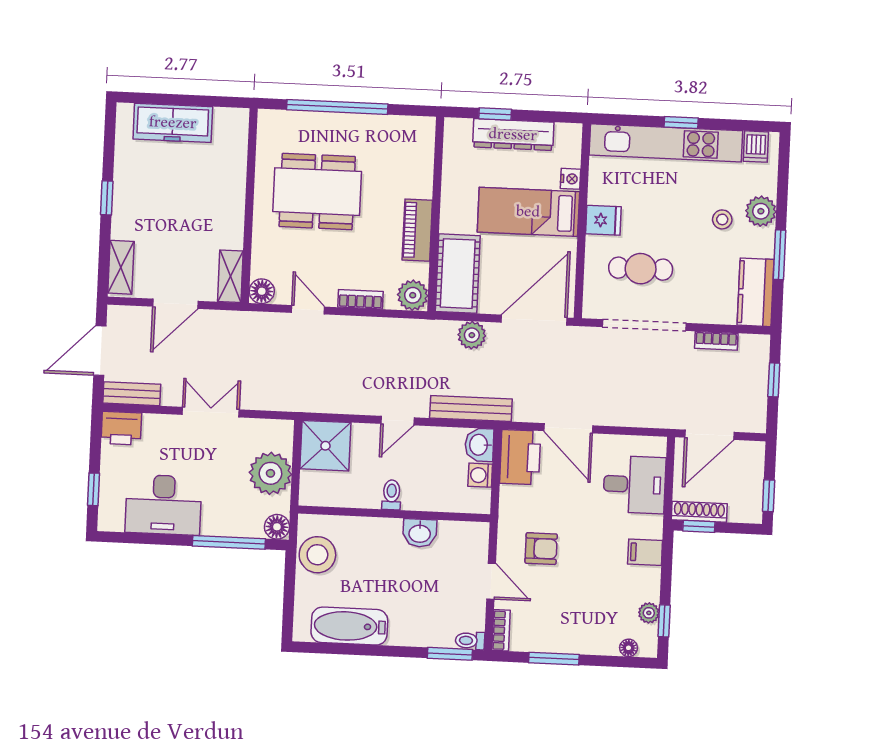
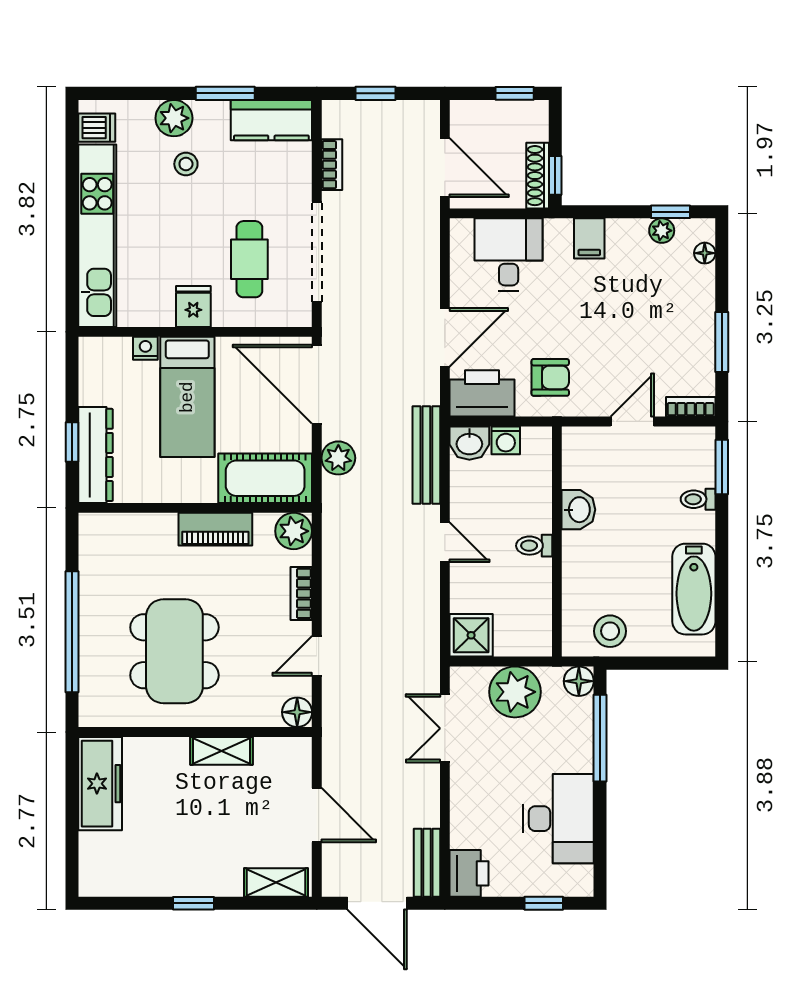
freezer: (173, 123) -> (100, 784), moved
window: (681, 123) -> (72, 219), removed
dresser: (513, 135) -> (95, 455), moved
shelving: (230, 276) -> (222, 751), moved
double door: (211, 412) -> (445, 728), moved
shower: (325, 446) -> (471, 635), width x0.73, depth x0.73
armchair: (541, 549) -> (550, 377), moved, turned 90
stool: (317, 555) -> (610, 631), width x0.73, depth x0.73
toilet: (470, 641) -> (698, 499), moved, turned 90

